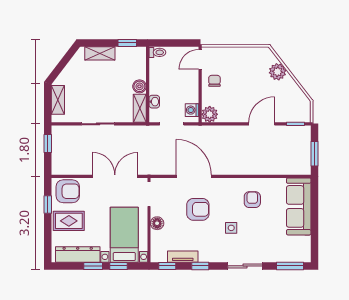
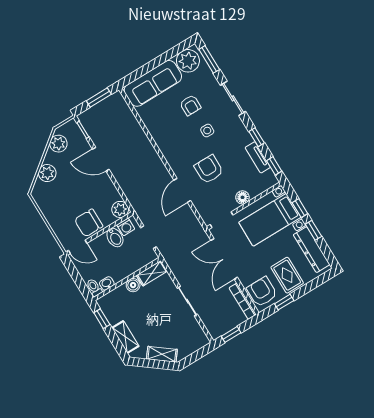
chair: (214, 81) -> (89, 223), width x1.87, depth x1.87
bidet: (189, 96) -> (115, 237), added
plant: (297, 96) -> (58, 144), added
shelving: (58, 100) -> (162, 354), moved, turned 37
washbasin: (154, 102) -> (107, 283), moved
bookcase: (70, 170) -> (243, 301), added
door: (194, 176) -> (182, 190), width x0.73
armchair: (252, 200) -> (190, 105), moved, turned -90
plant: (300, 247) -> (188, 61), added

